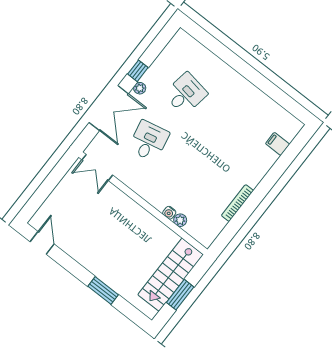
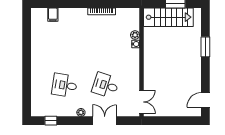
window: (138, 71) -> (51, 121), moved
double door: (109, 108) -> (105, 121), width x0.73
desk: (149, 141) -> (106, 85), turned 30

